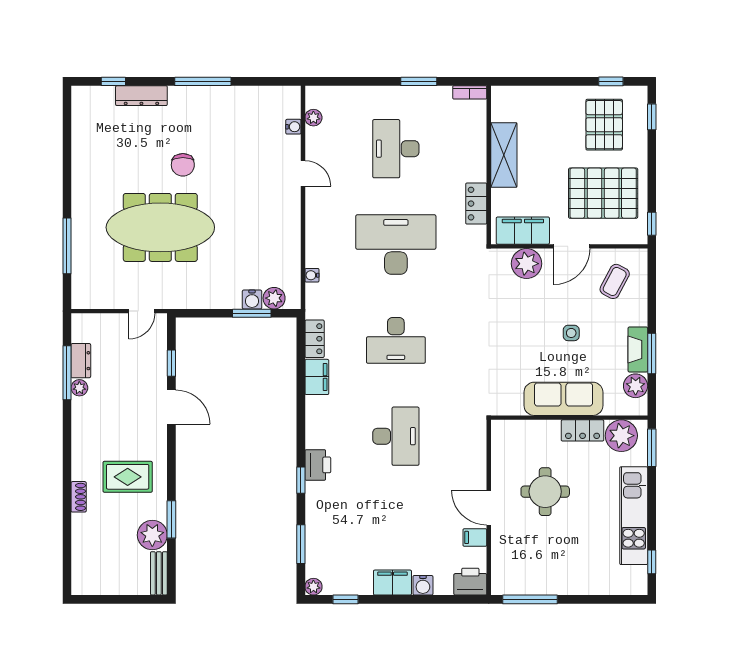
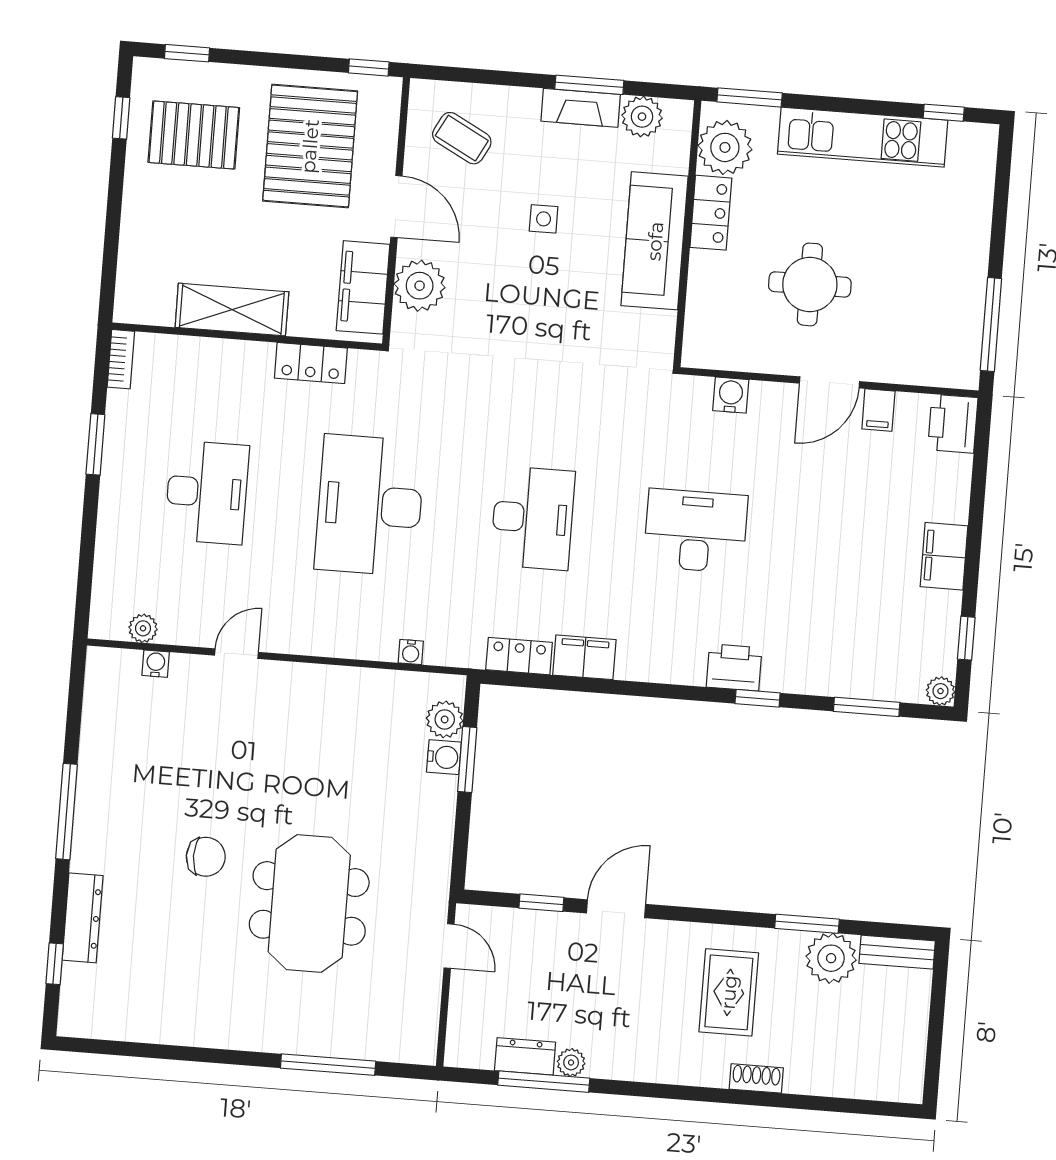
desk: (396, 149) -> (207, 492), turned -90
meeting table: (160, 227) -> (309, 903), width x0.73
water cooler: (423, 585) -> (731, 395), moved, turned -90

